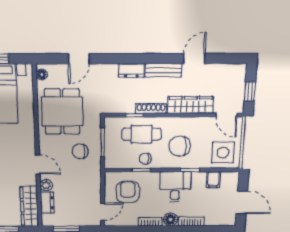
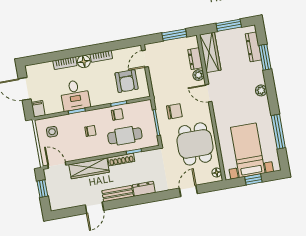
chair: (180, 146) -> (90, 131), width x0.54, depth x0.54
side table: (223, 153) -> (52, 132), width x0.54, depth x0.54
filing cabinet: (213, 180) -> (38, 109), moved
desk: (175, 187) -> (75, 95), moved

